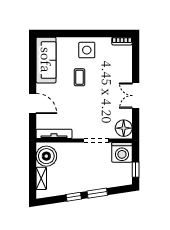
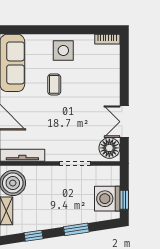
double door: (136, 96) -> (124, 122), moved
washing machine: (122, 152) -> (107, 199), moved, turned 90
window: (74, 197) -> (34, 236), moved

